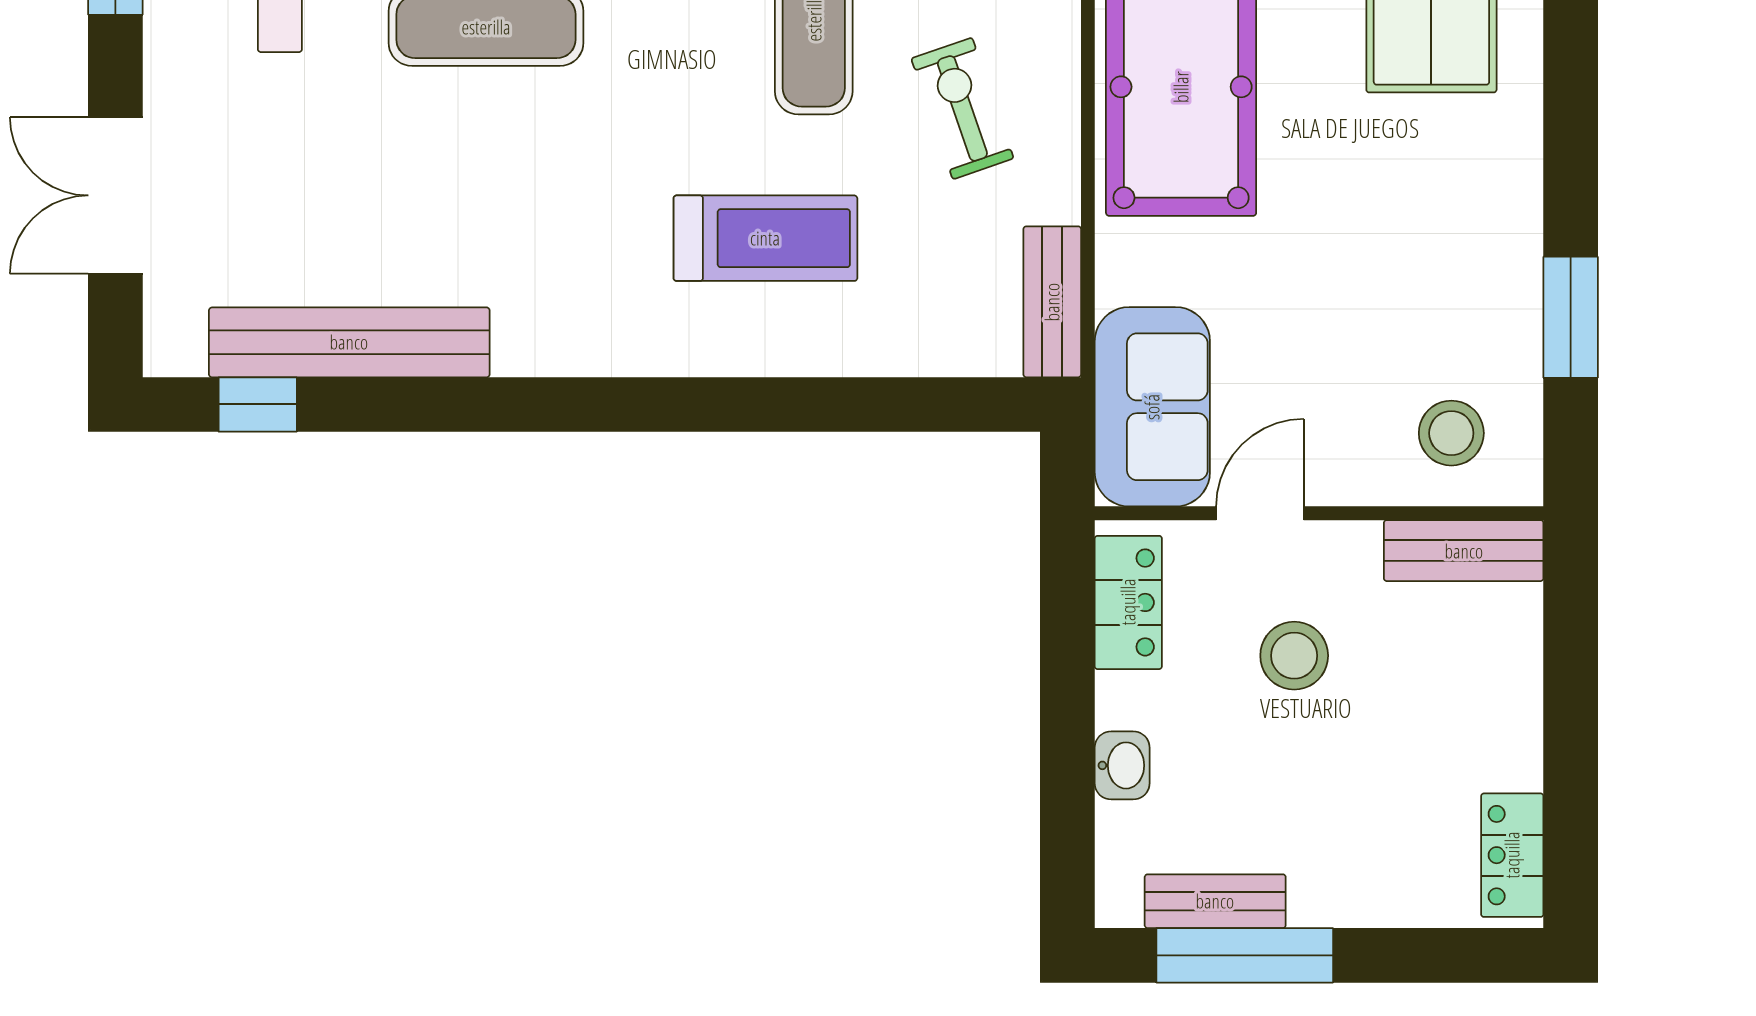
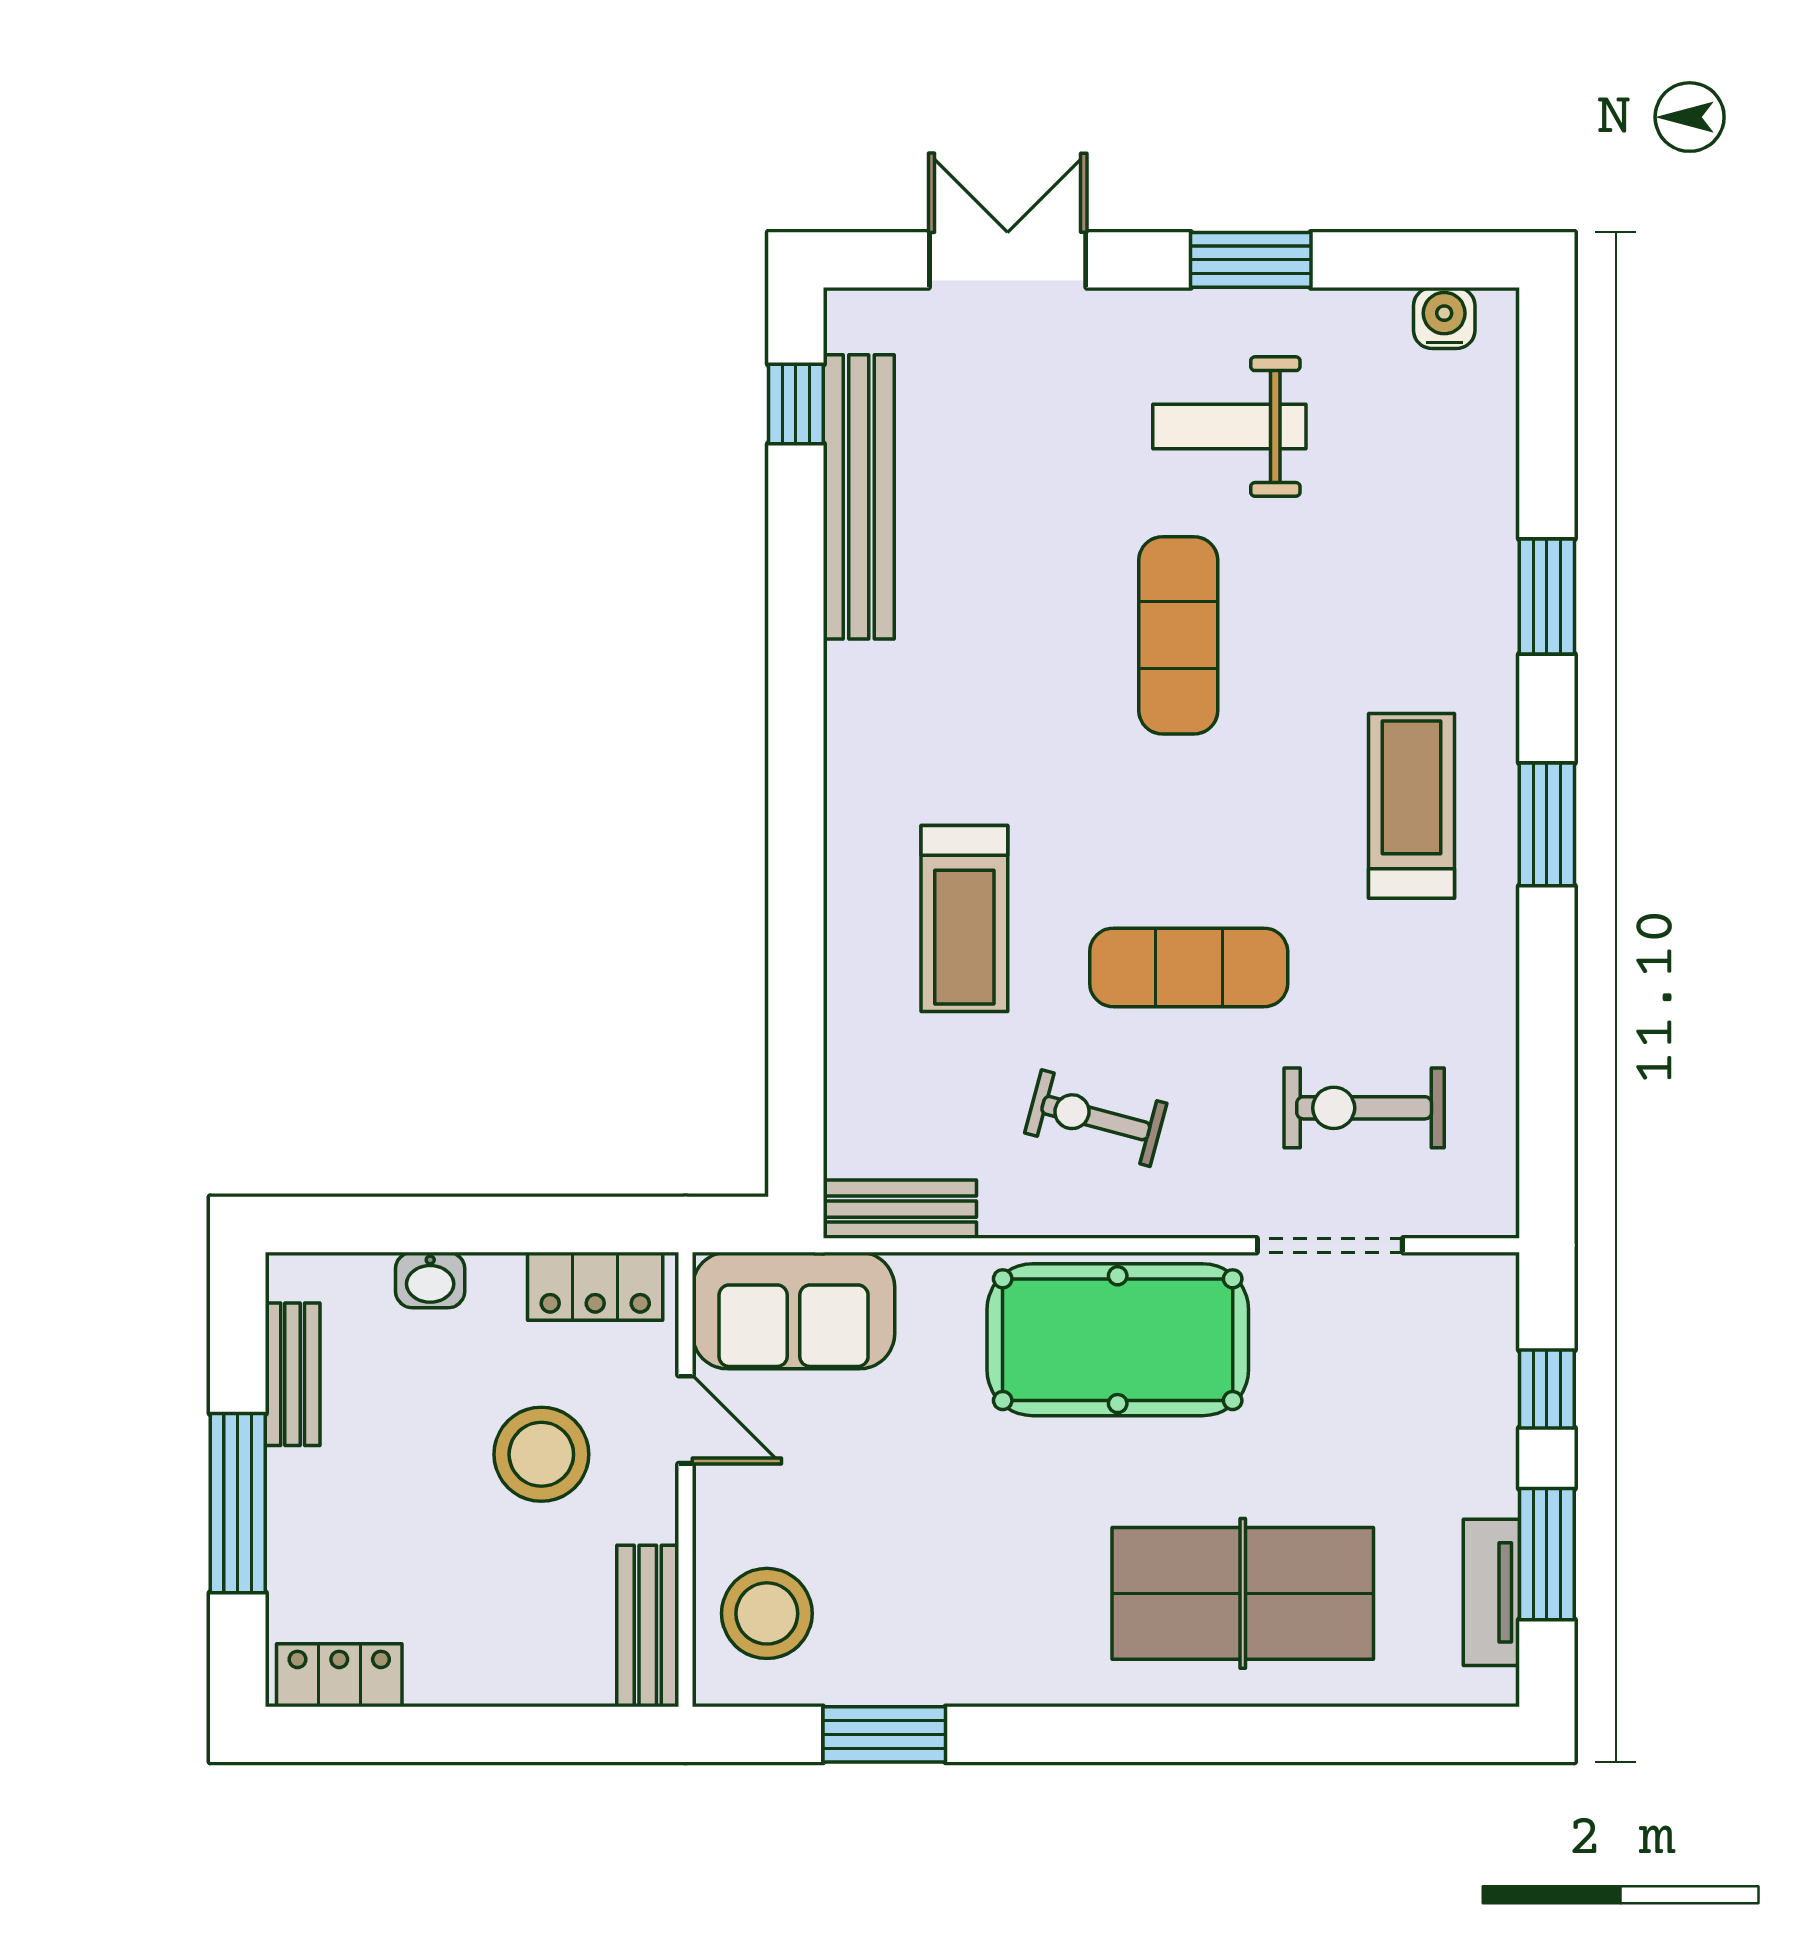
exercise bike: (962, 108) -> (1096, 1118), turned -146
stool: (1451, 433) -> (767, 1613), width x1.38, depth x1.38
stool: (1294, 656) -> (541, 1454), width x1.38, depth x1.38
window: (1245, 955) -> (238, 1503), moved

